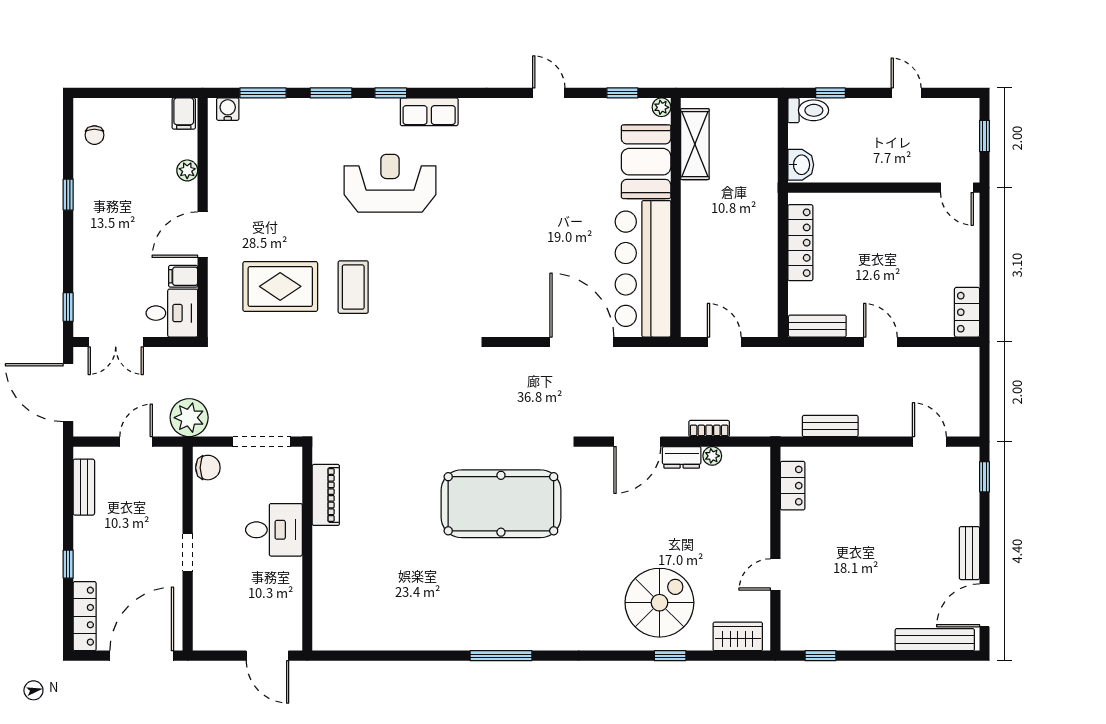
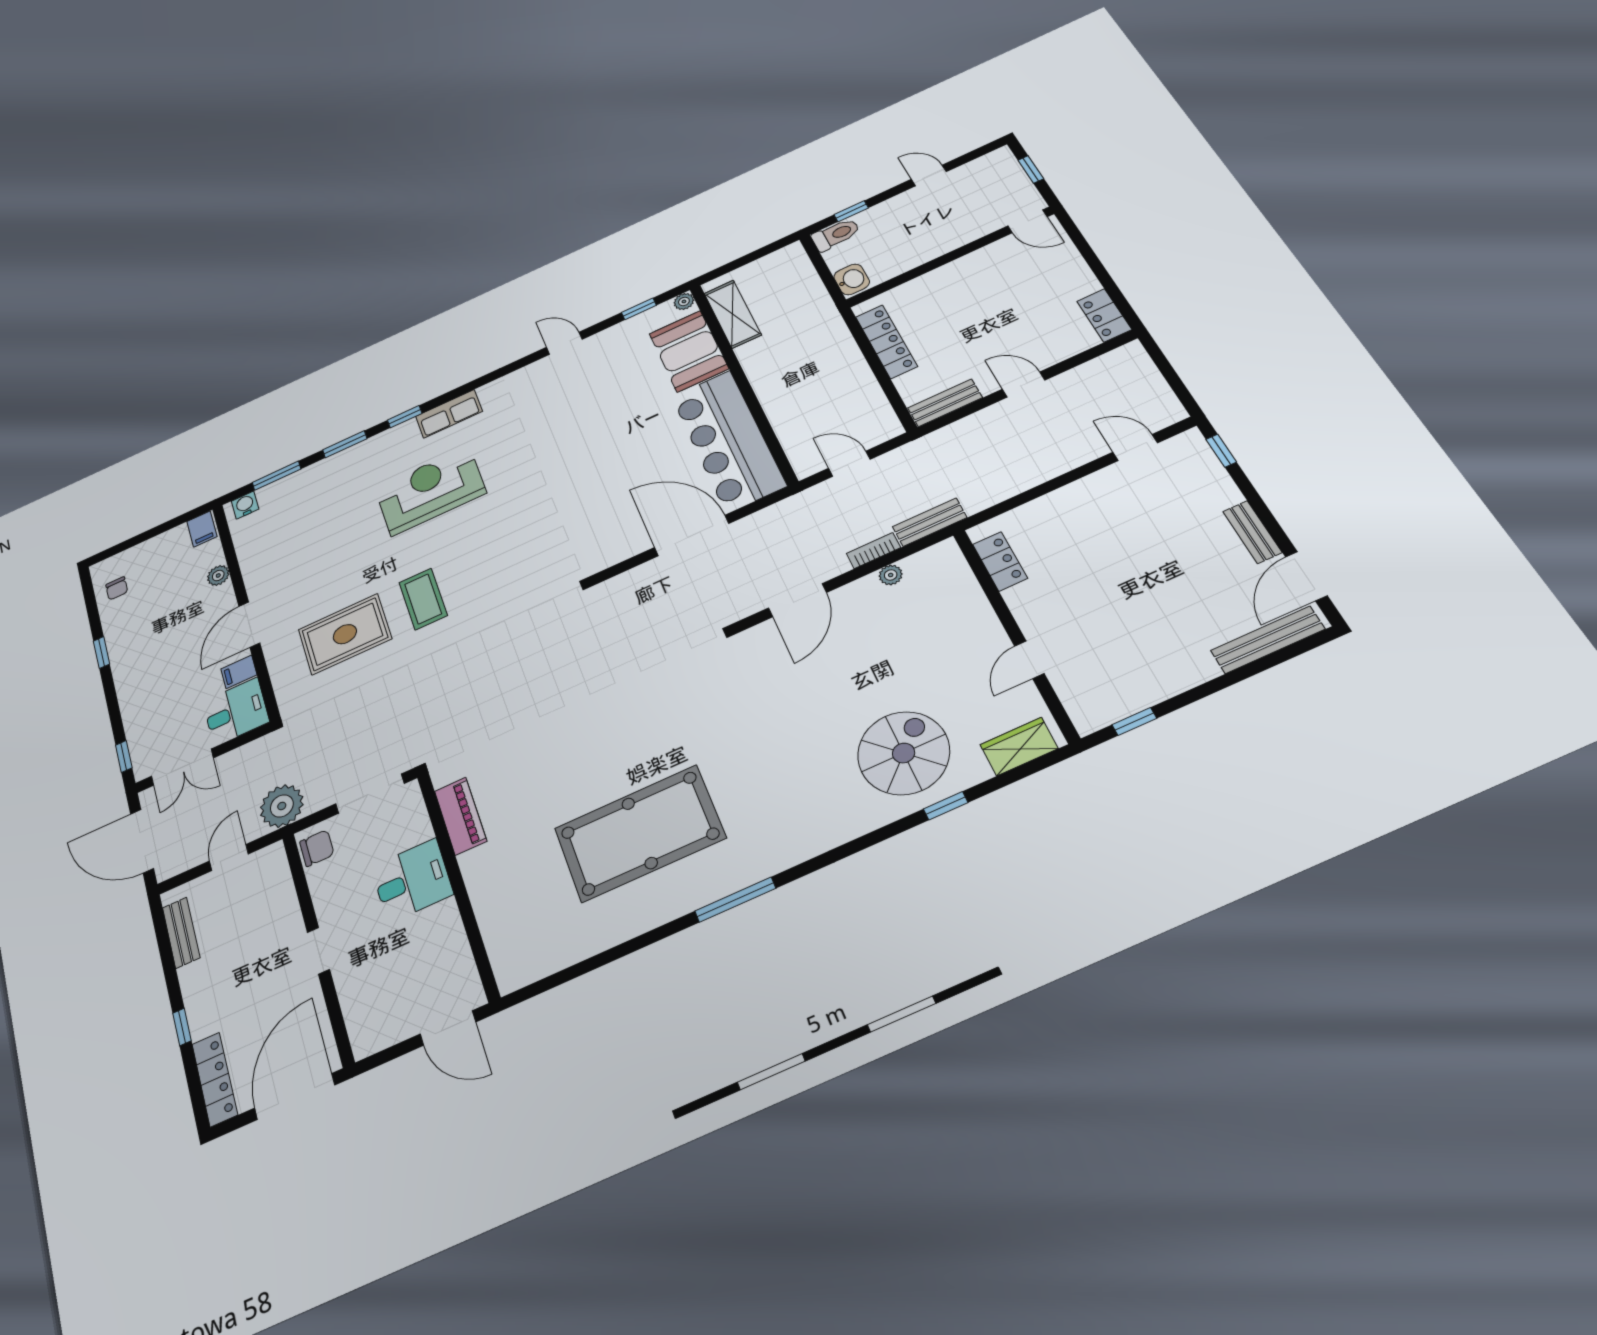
bench: (830, 426) -> (930, 522), moved
dresser: (682, 457) -> (856, 592), removed
pool table: (501, 504) -> (640, 833), moved

